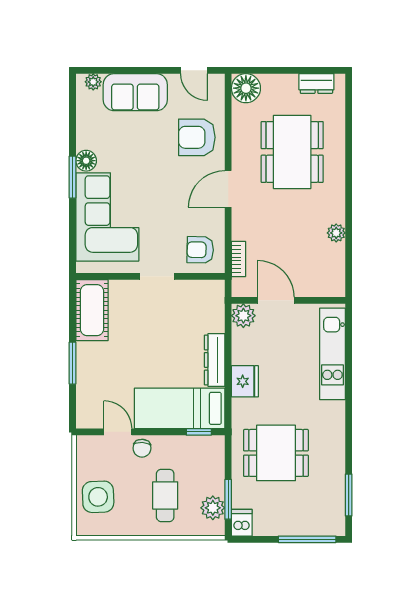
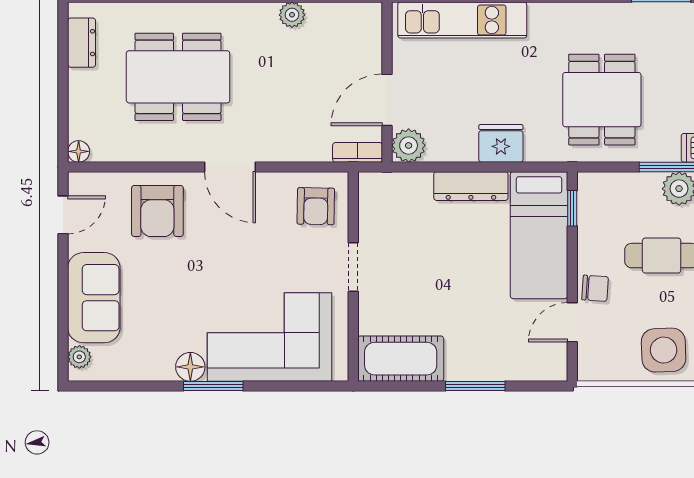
floor lamp: (246, 88) -> (79, 151), width x0.53, depth x0.53
bookcase: (238, 259) -> (358, 152), moved

